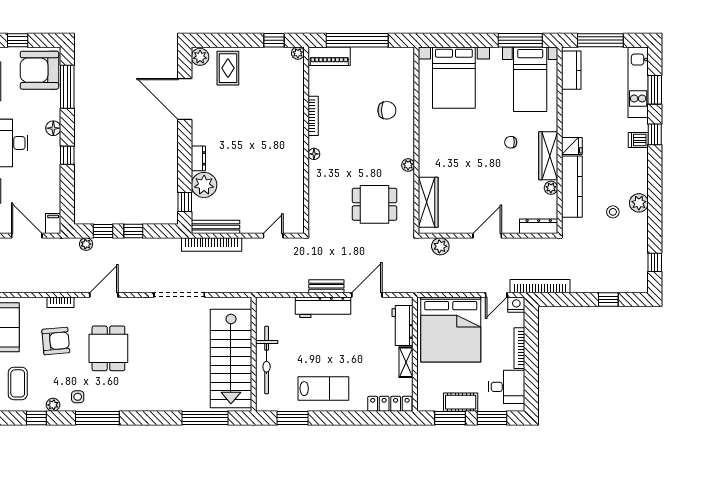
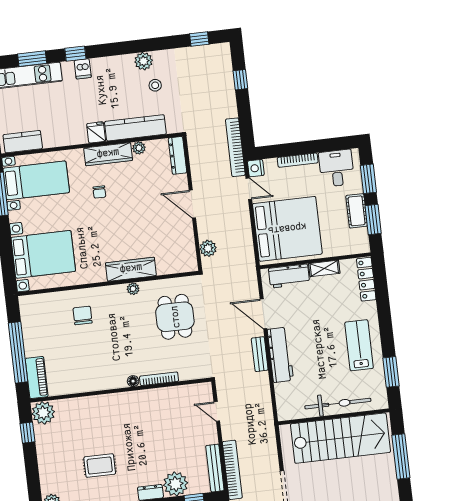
plant: (298, 53) -> (43, 413), width x1.88, depth x1.88
rug: (228, 68) -> (100, 466), moved
bookcase: (313, 116) -> (159, 379), moved
wardrobe: (428, 202) -> (131, 269), moved

